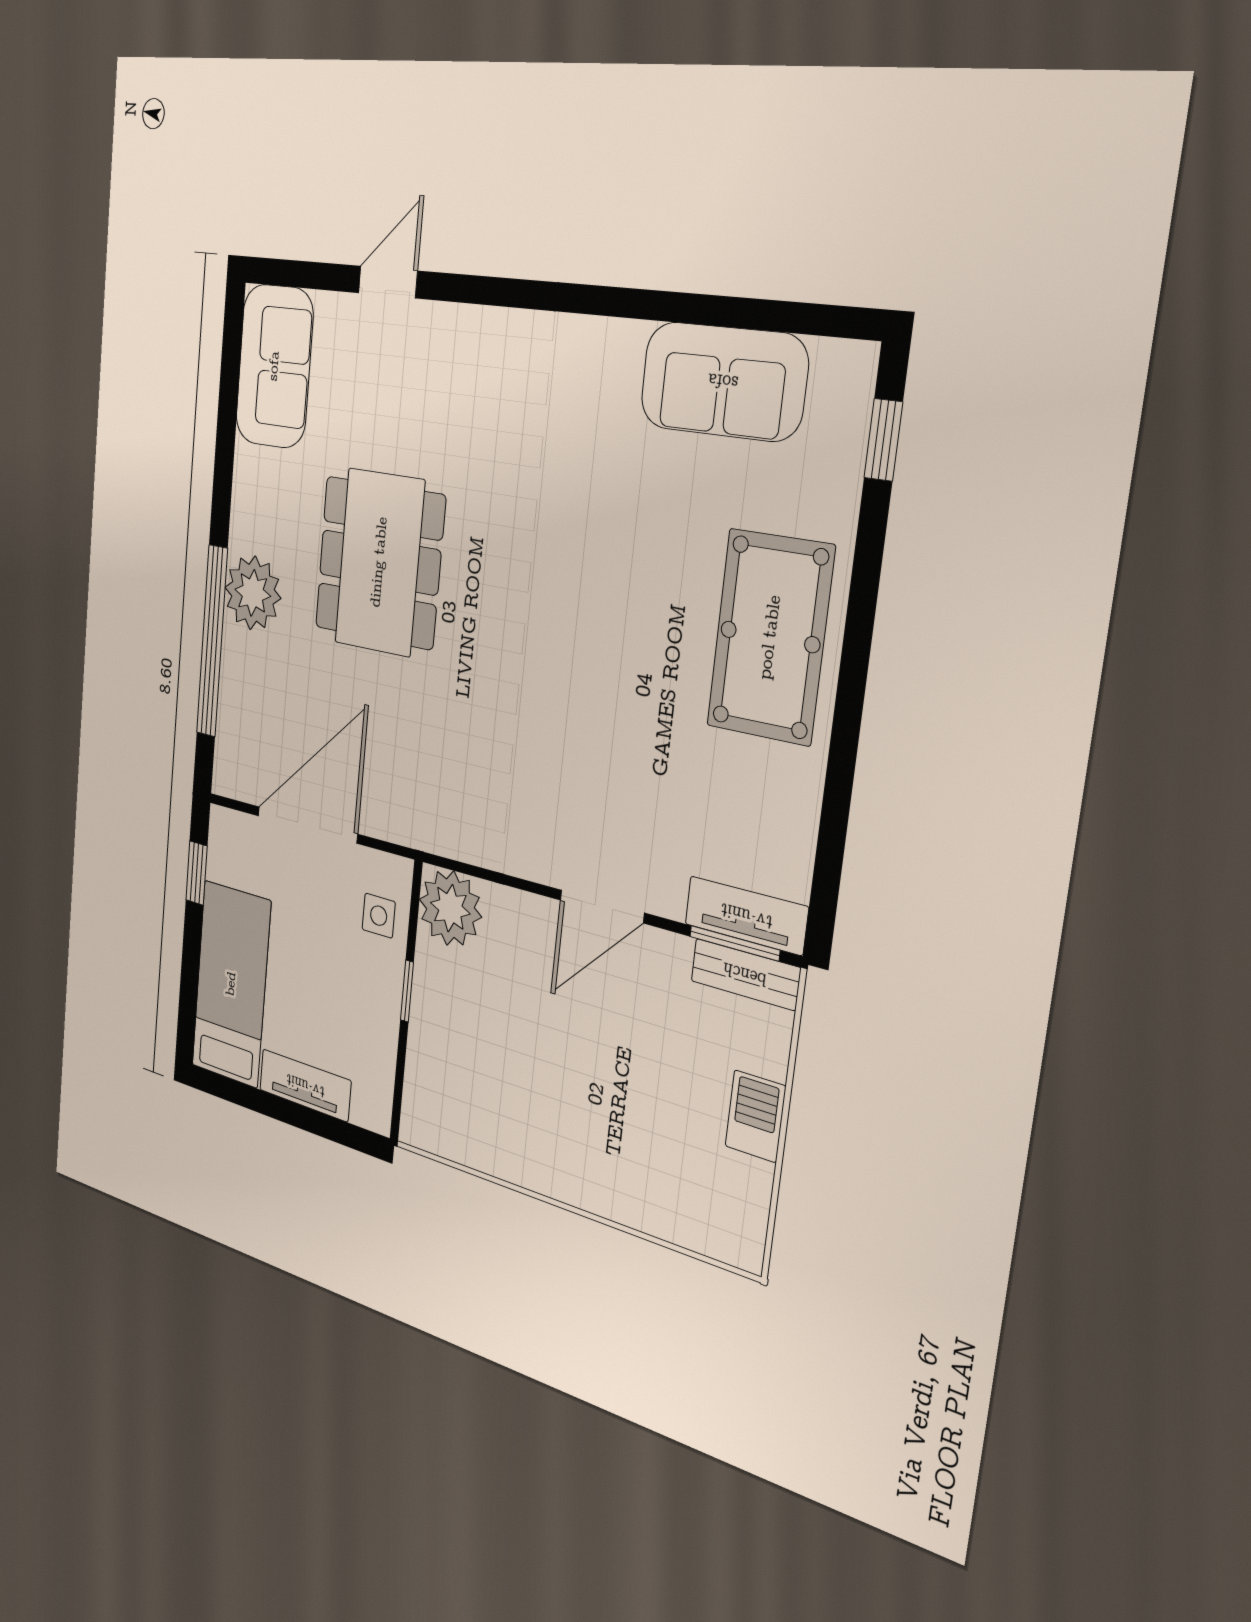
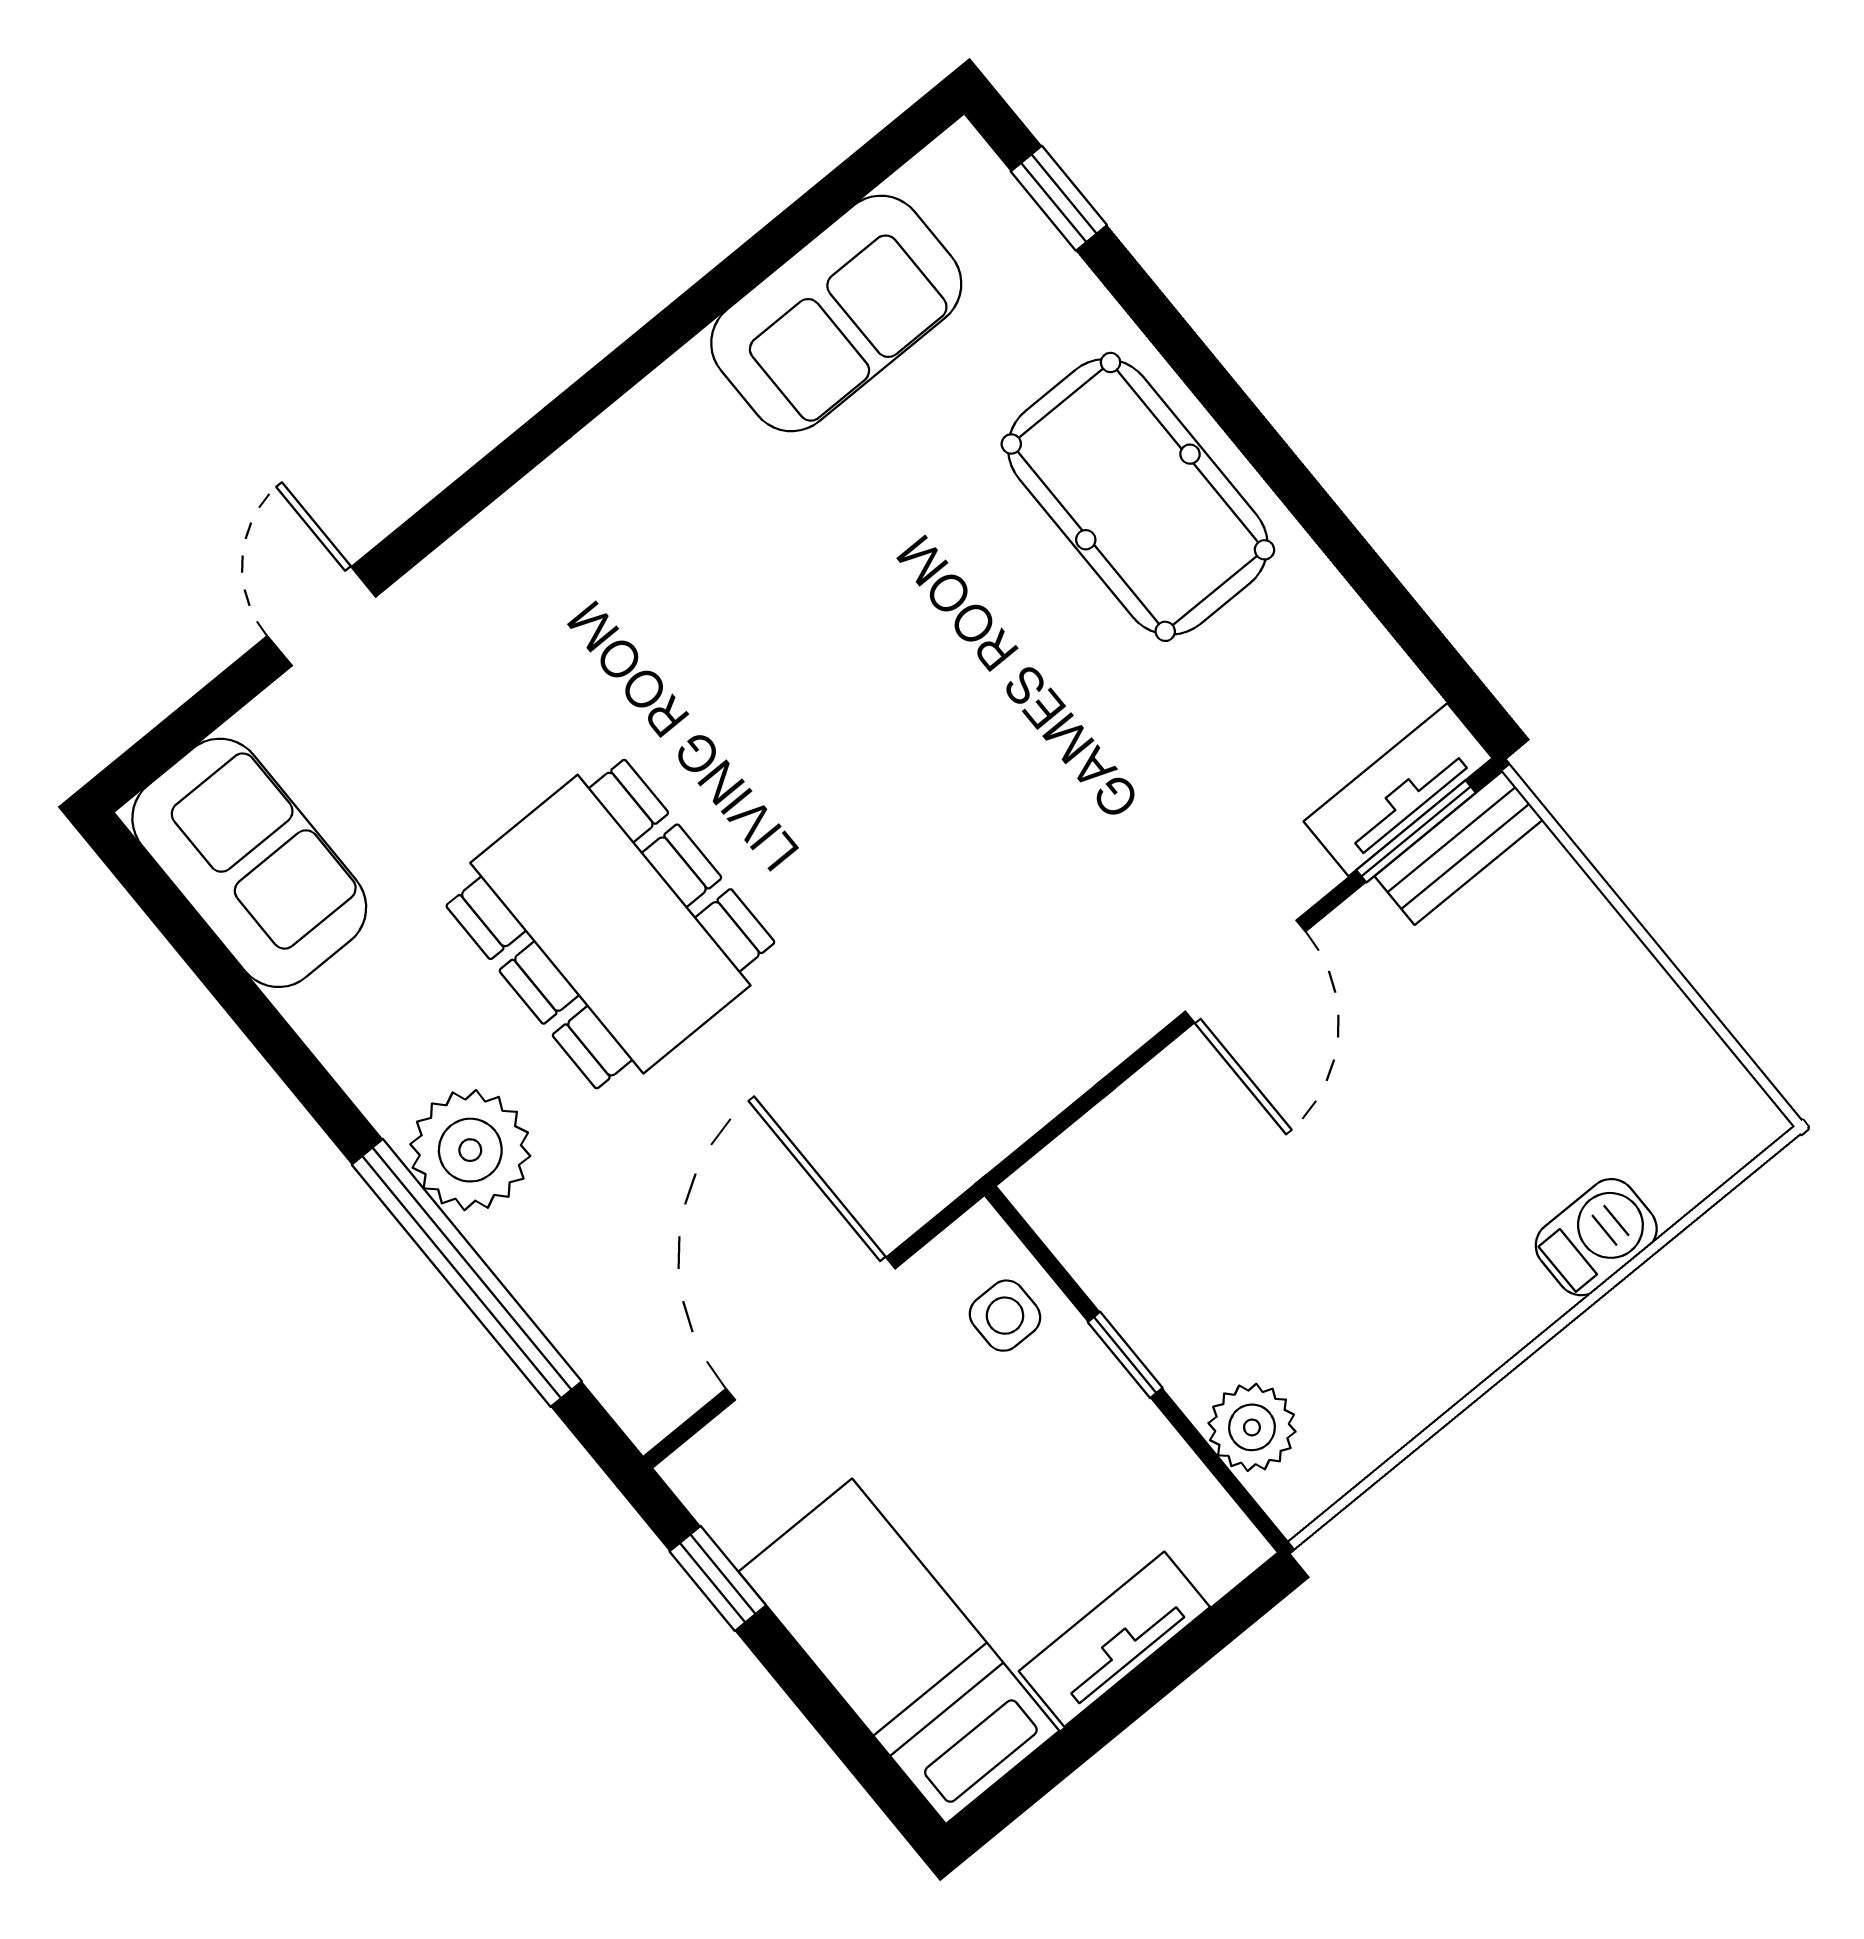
plant: (450, 908) -> (1252, 1427), moved, width x0.73, depth x0.73
barbecue: (755, 1116) -> (1596, 1237), moved, turned 90

